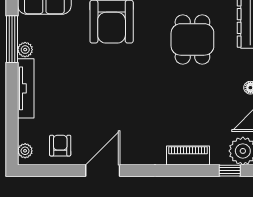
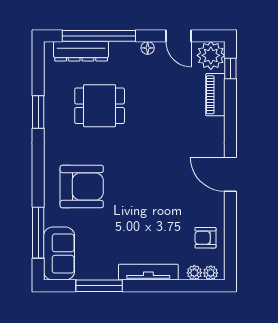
plant: (25, 50) -> (194, 273), moved
piano: (188, 156) -> (215, 95), moved
door: (103, 171) -> (230, 174), moved

